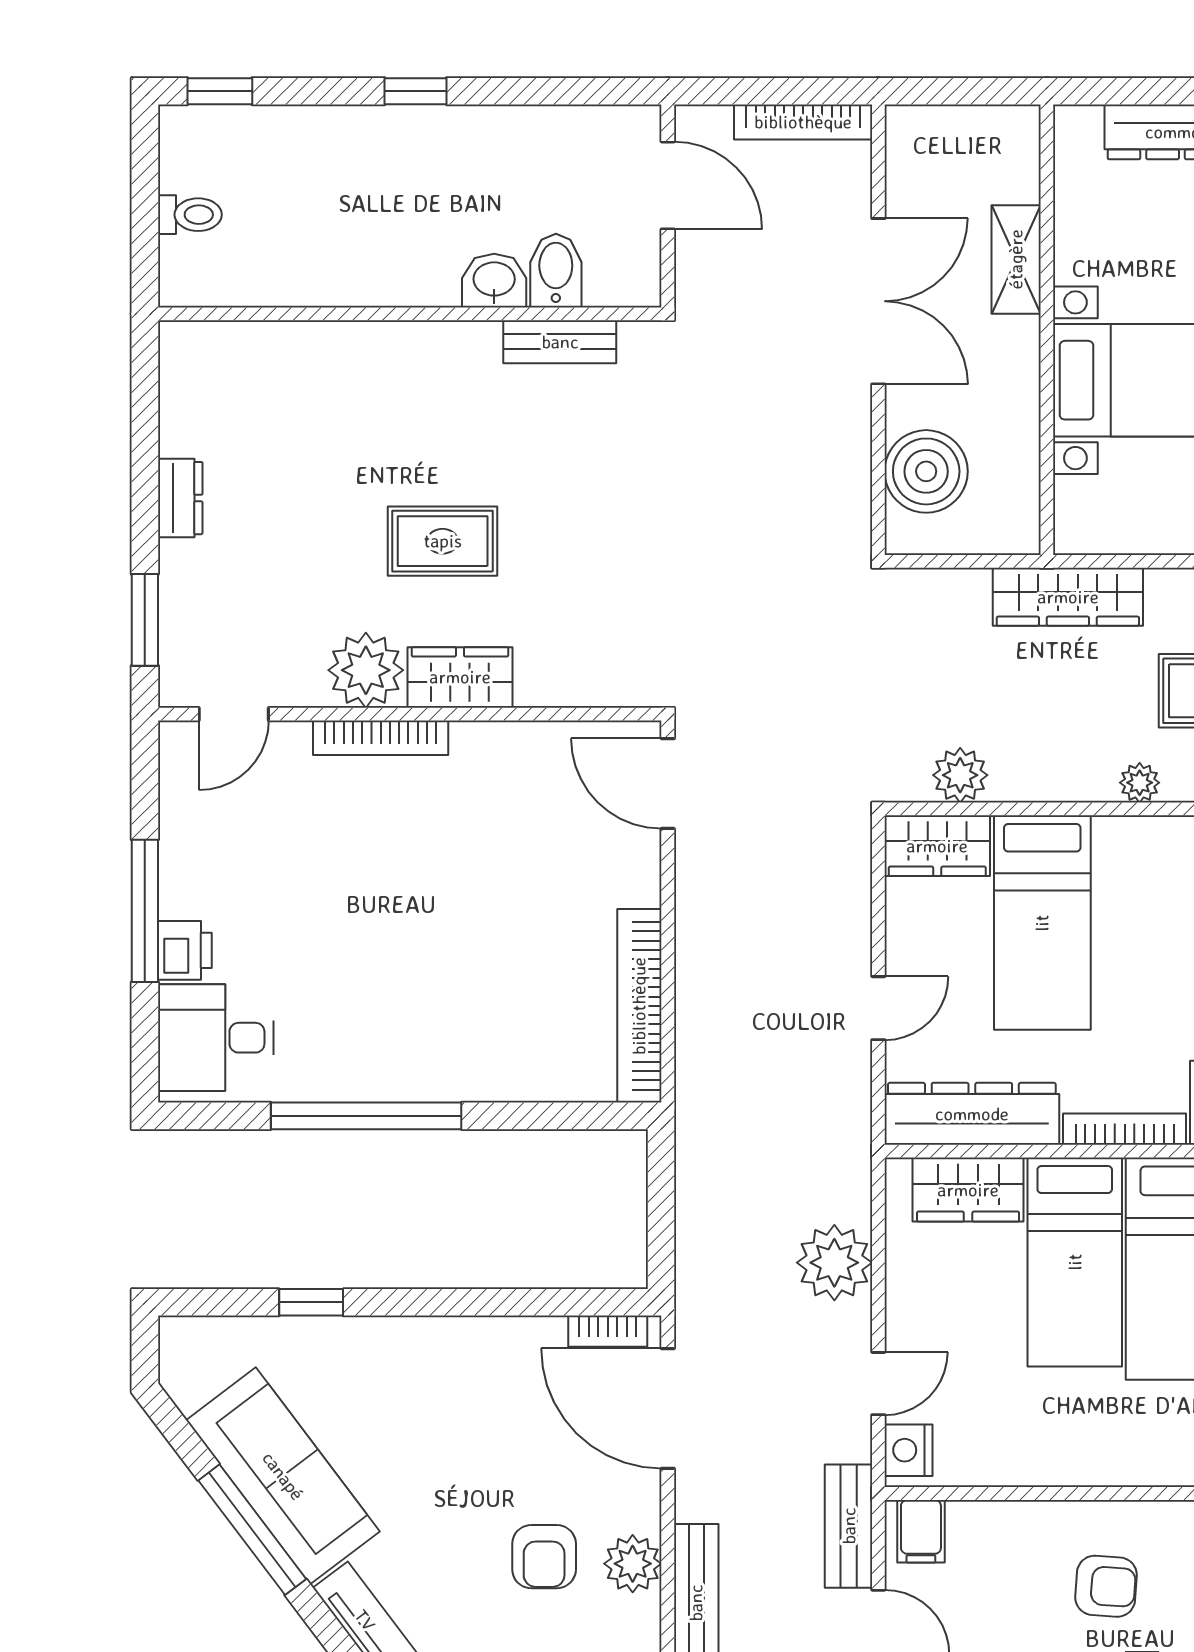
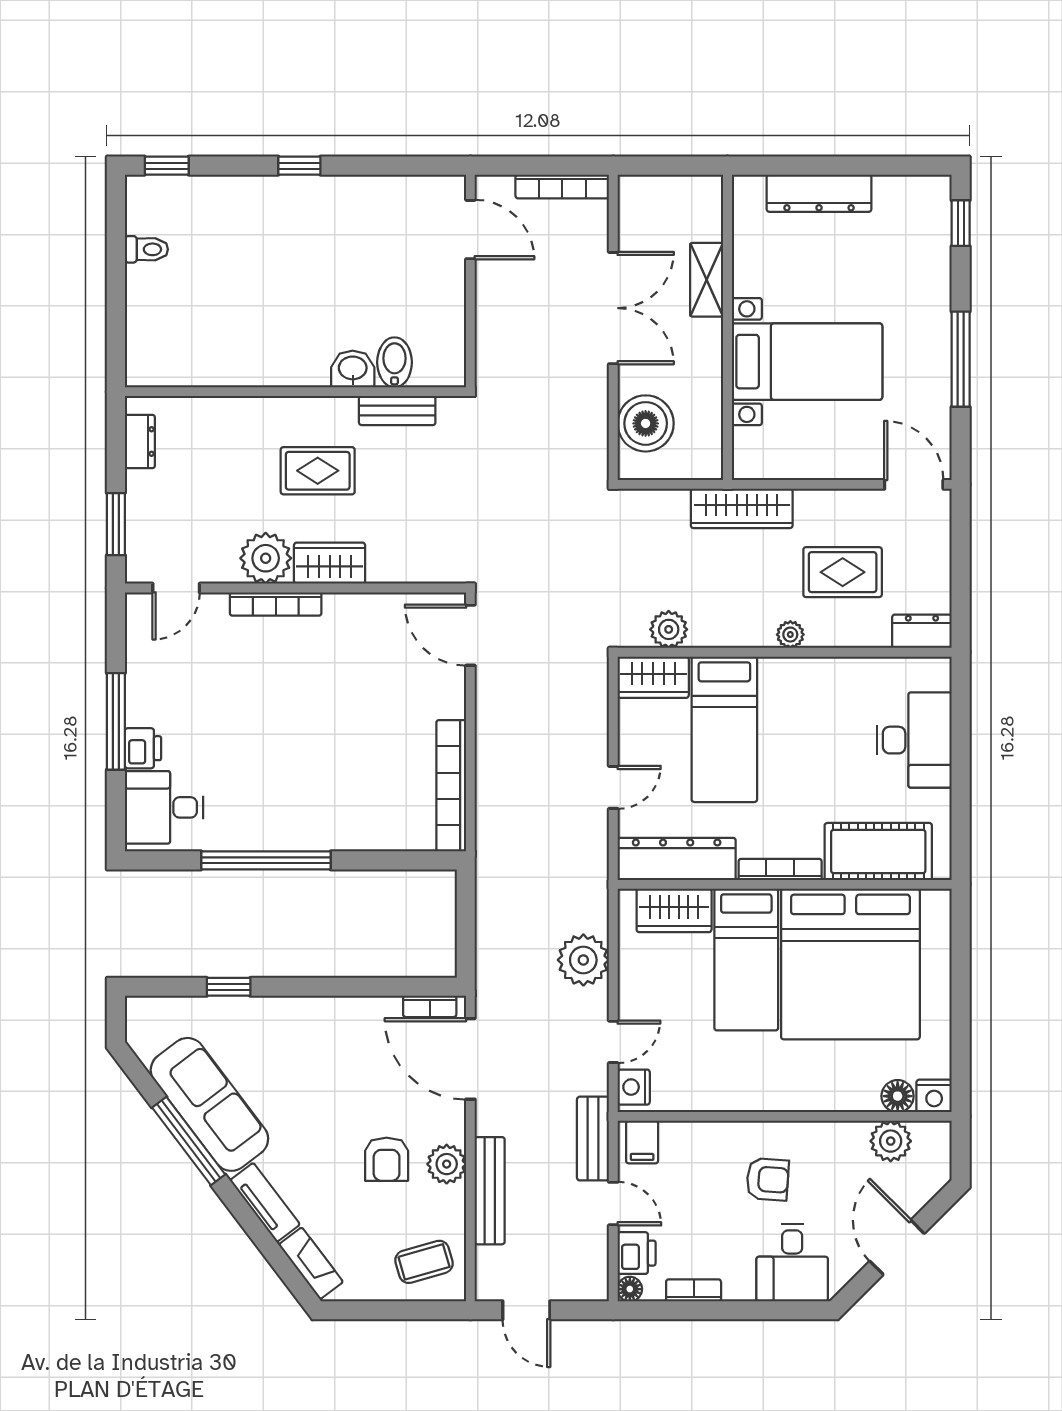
bidet: (556, 271) -> (395, 362), moved
washbasin: (494, 281) -> (353, 369), moved
wall: (410, 314) -> (295, 392), moved
bench: (560, 342) -> (397, 411), moved

